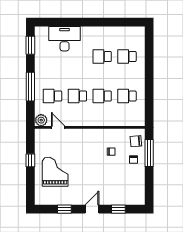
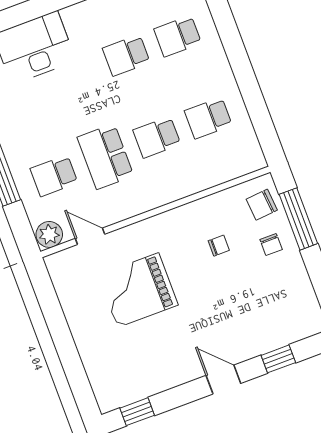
school desk: (77, 96) -> (105, 156), width x1.85
window: (30, 160) -> (58, 326), removed
grand piano: (55, 172) -> (138, 290), moved, turned -90
window: (64, 209) -> (137, 412), moved
door: (92, 209) -> (223, 379), hinge flipped

